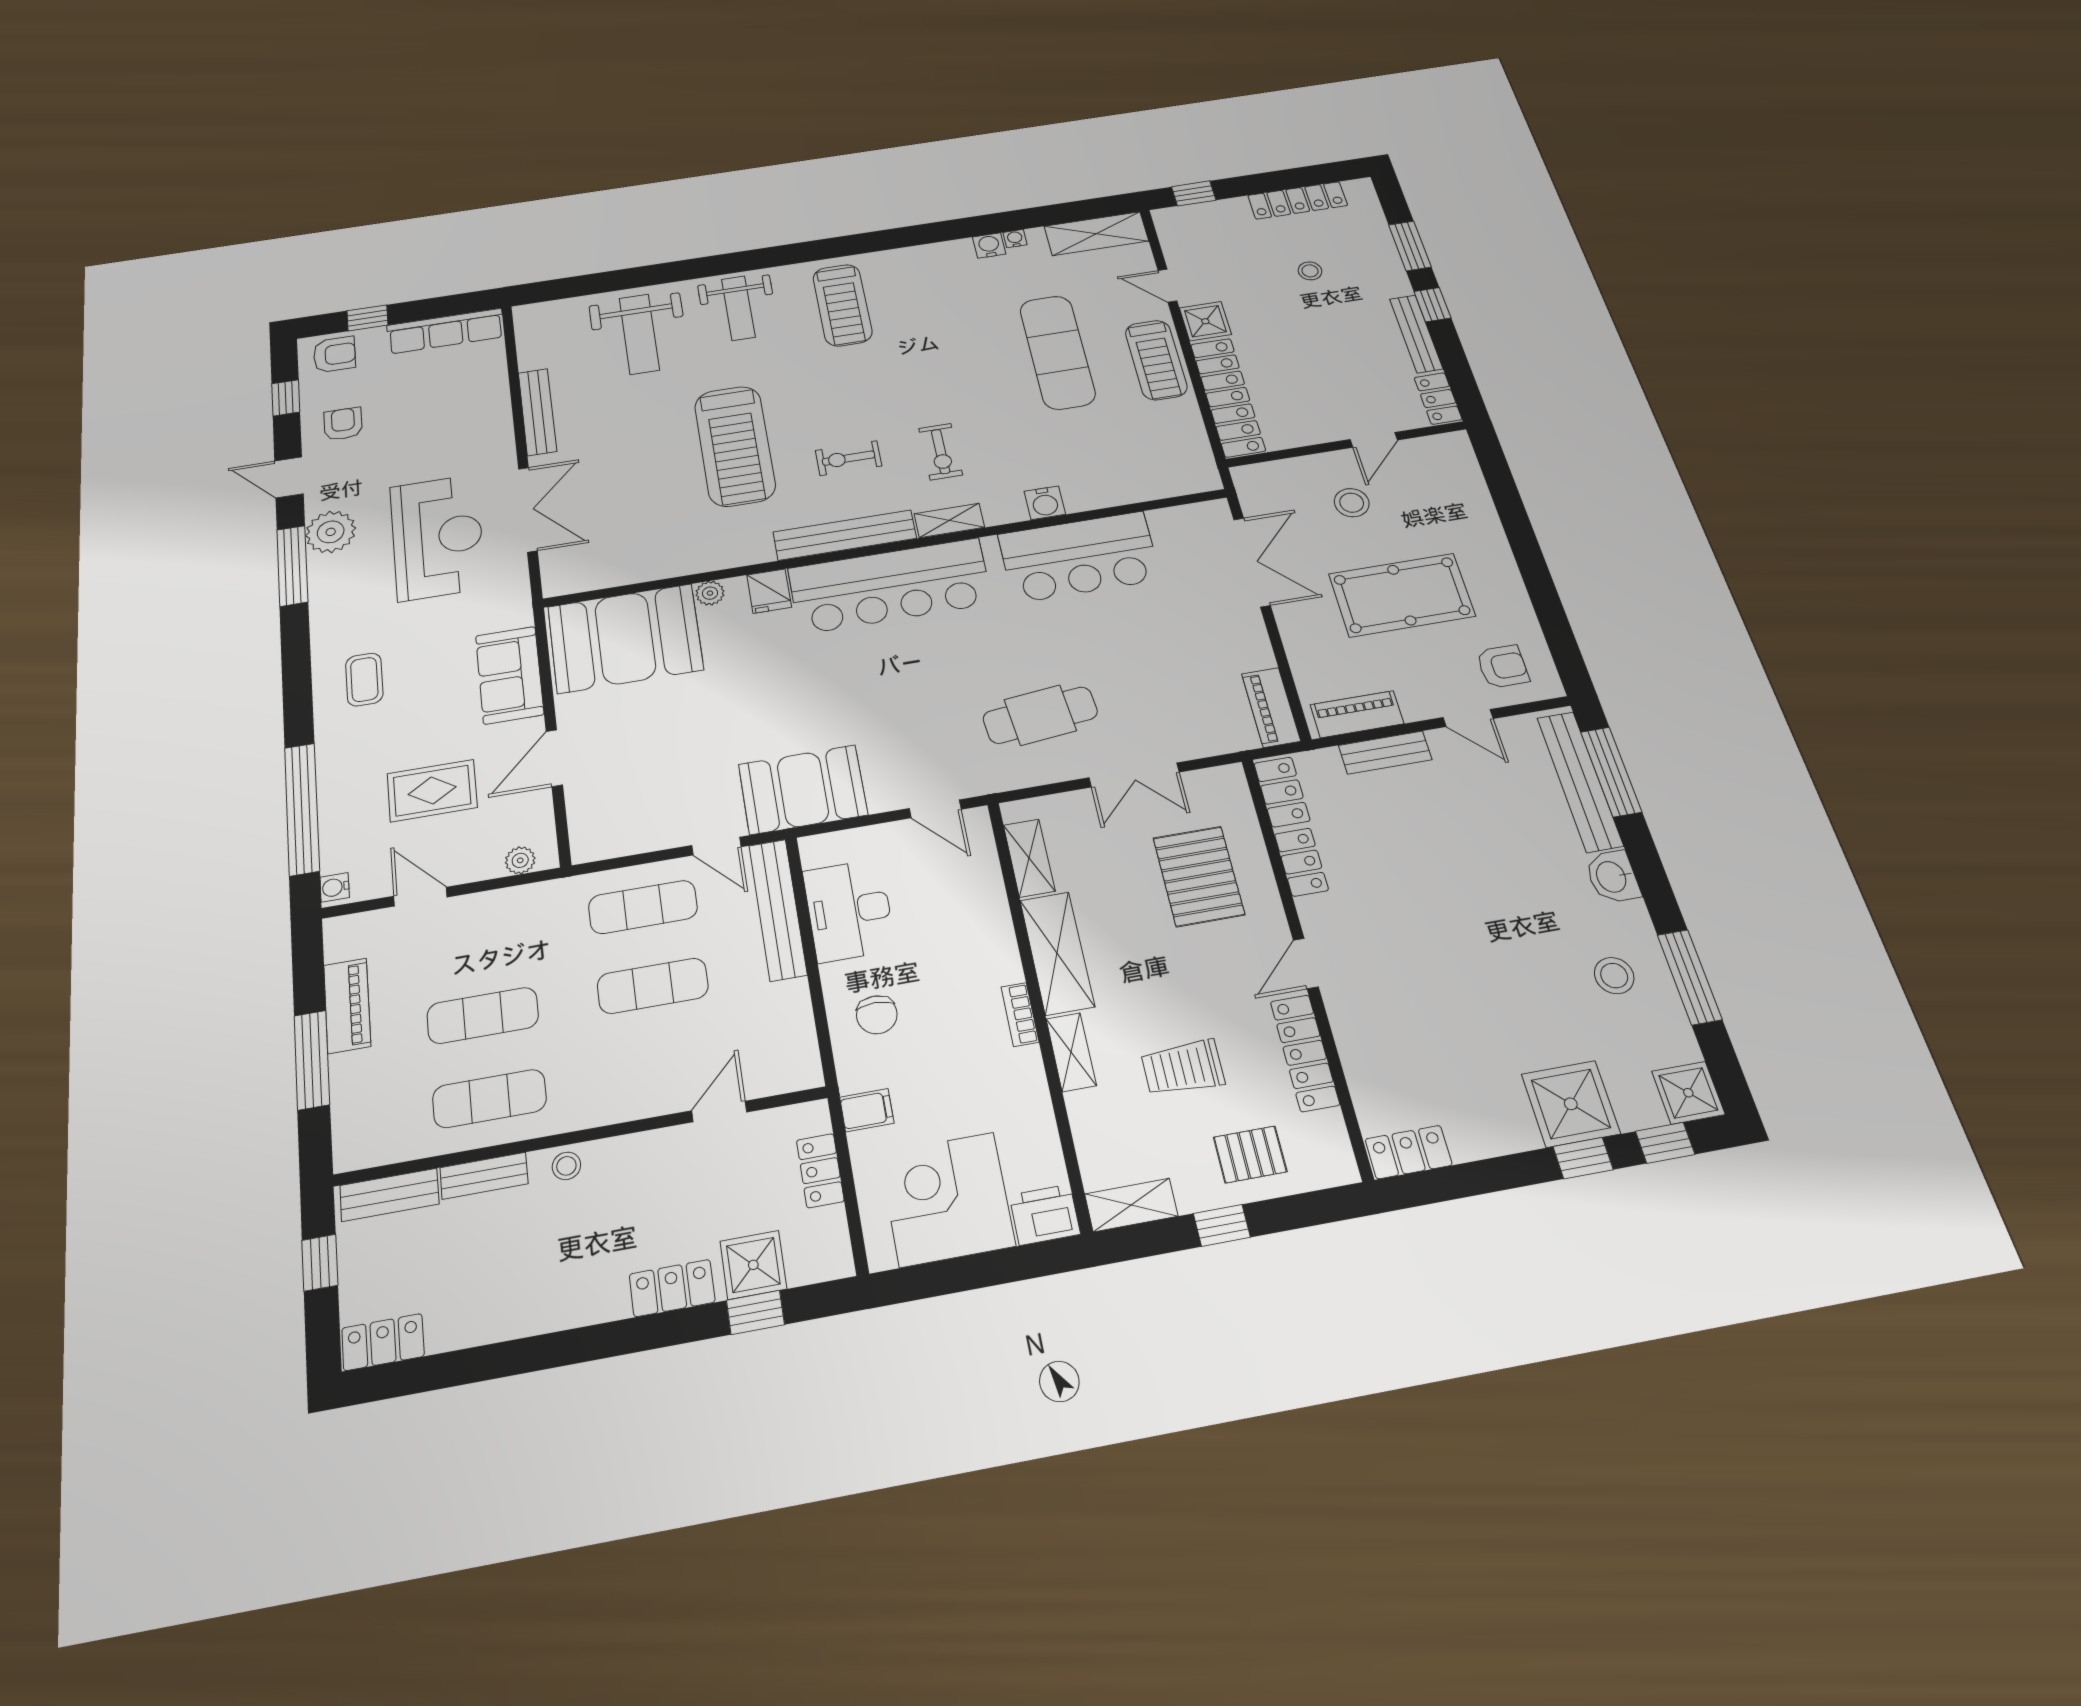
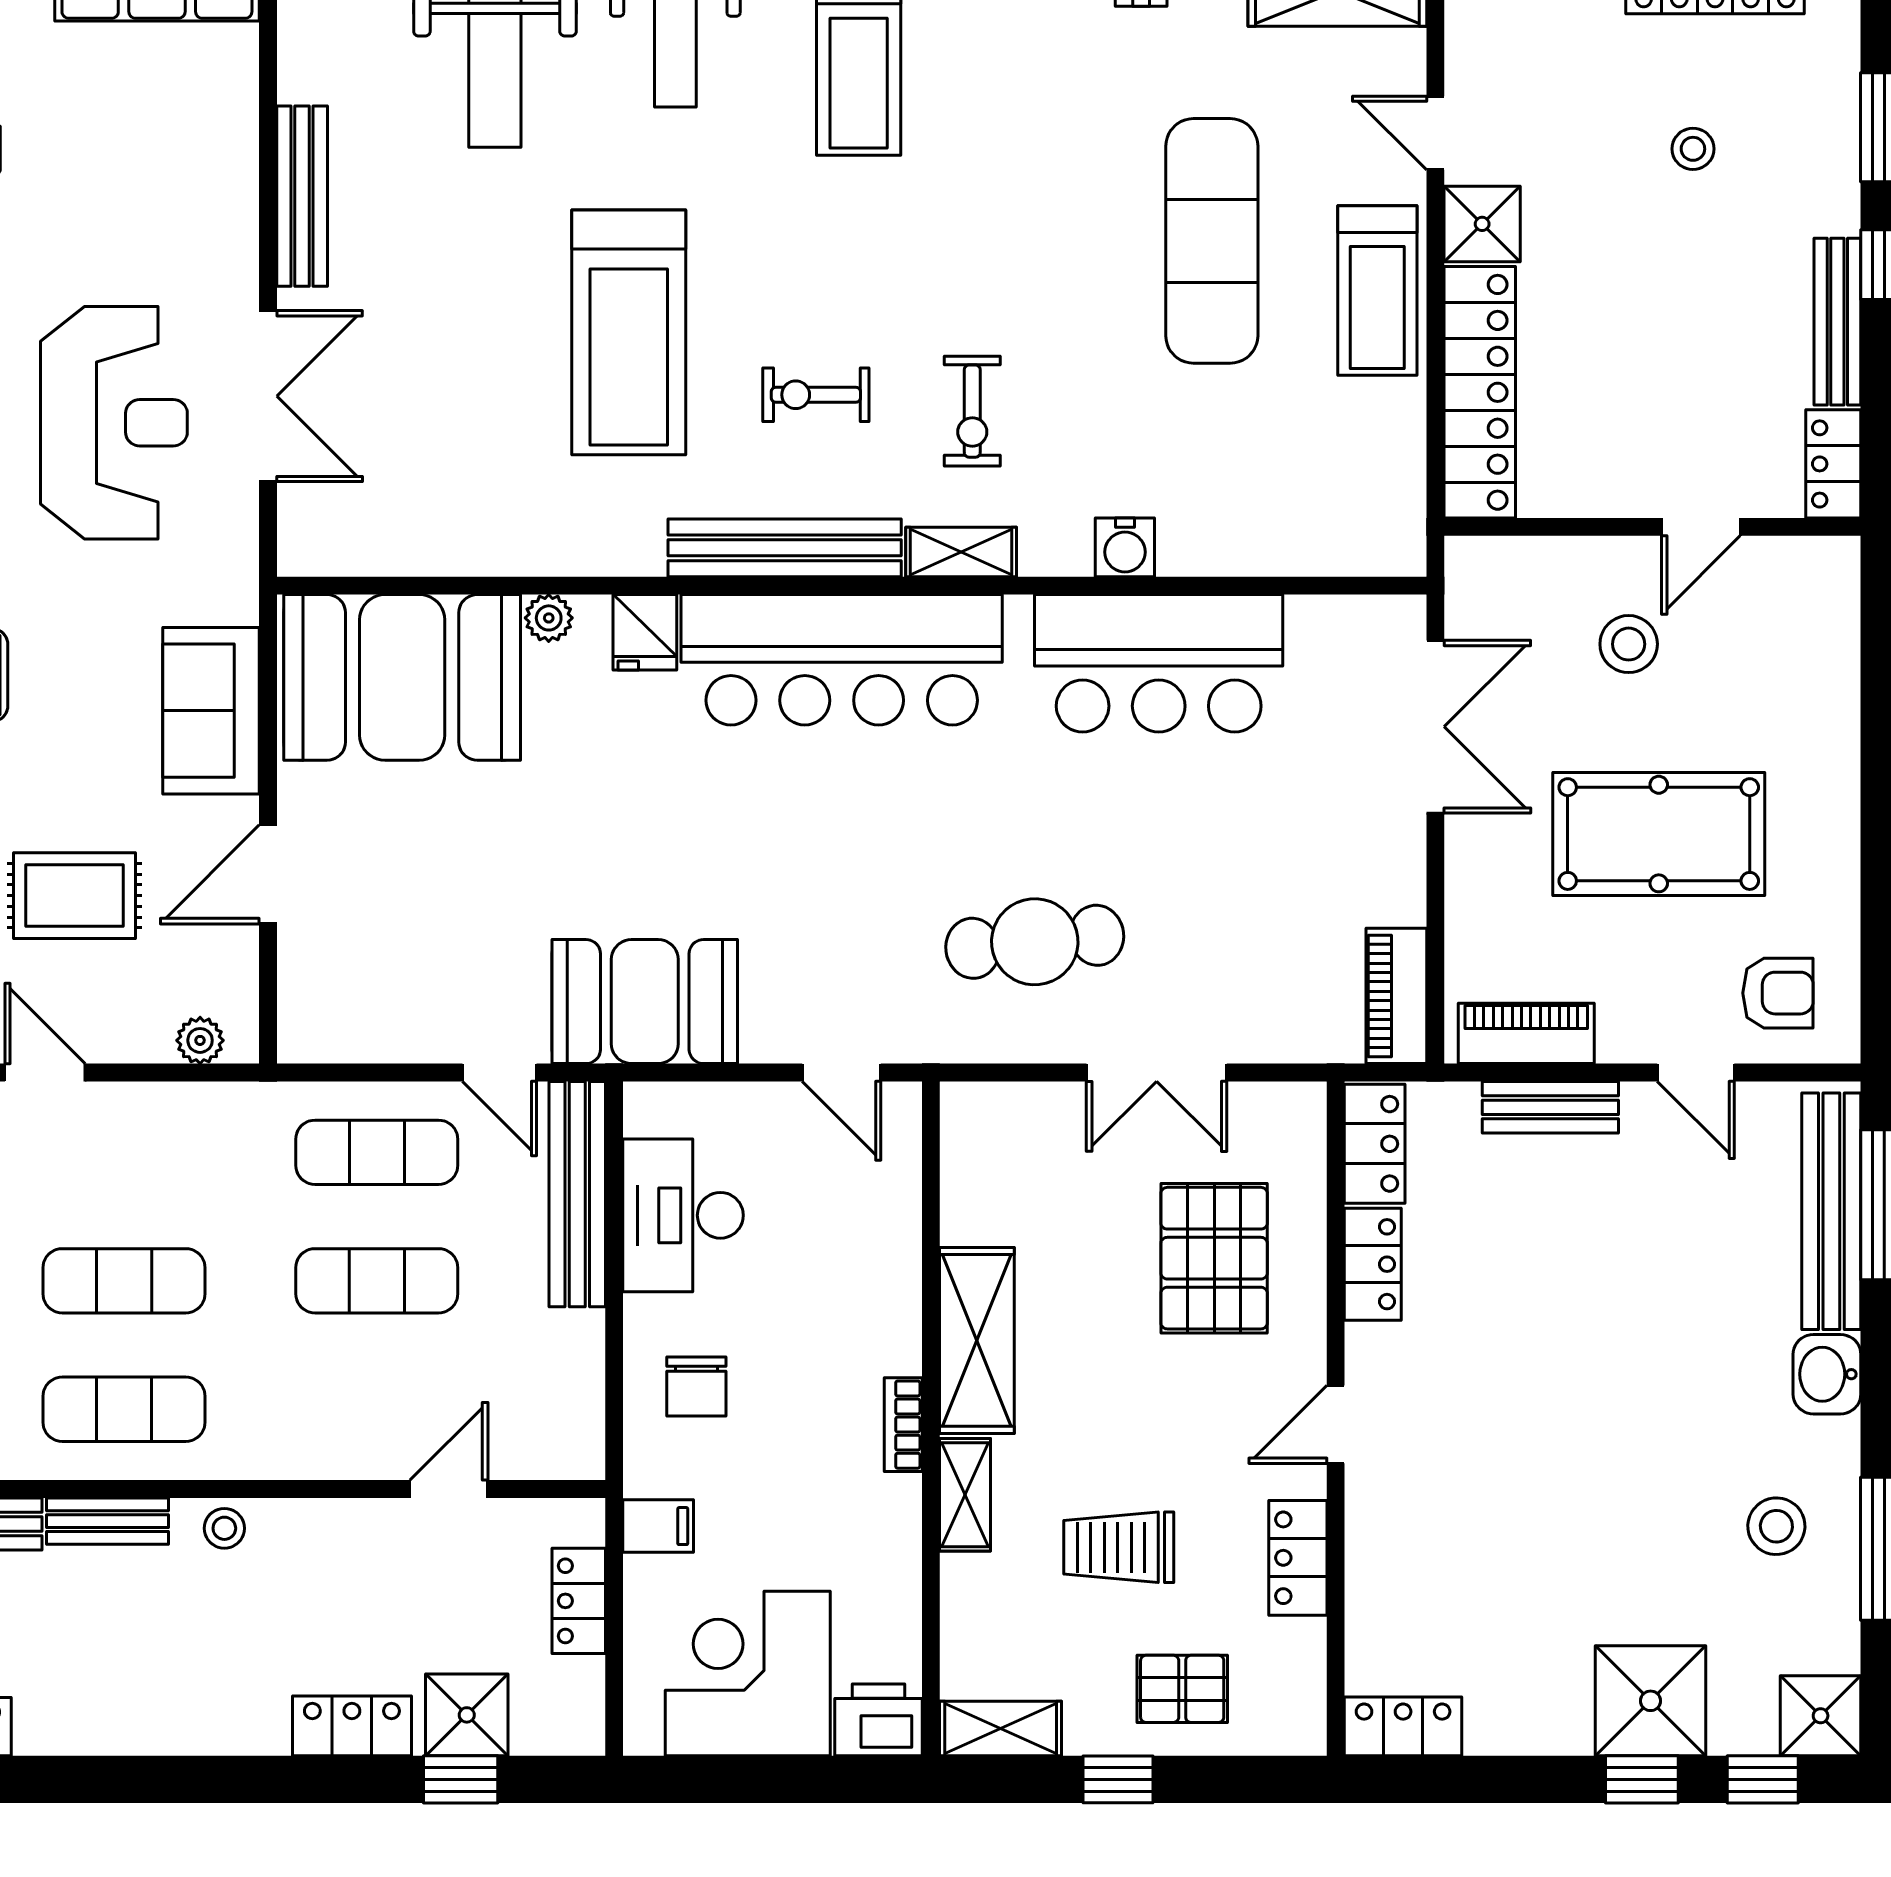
shelving: (1029, 858) -> (967, 1181), removed
locker: (1305, 1053) -> (1298, 1558), width x0.66

